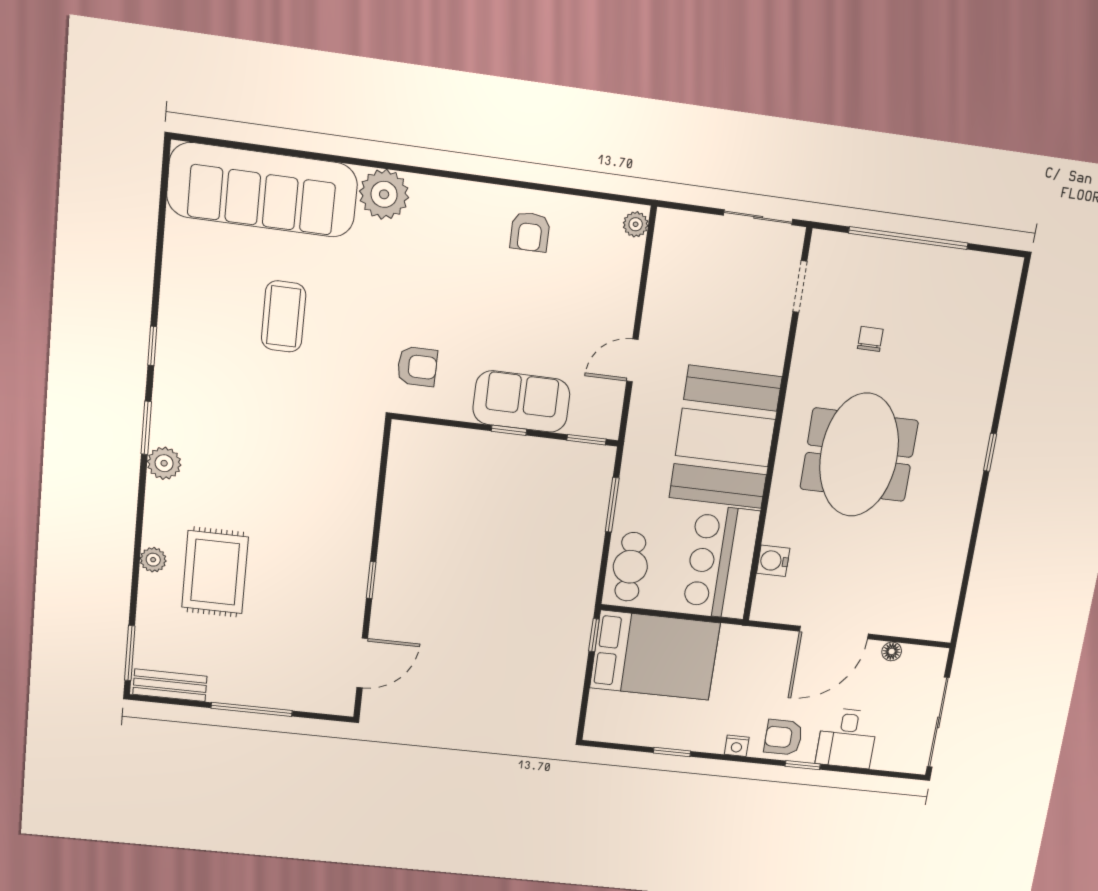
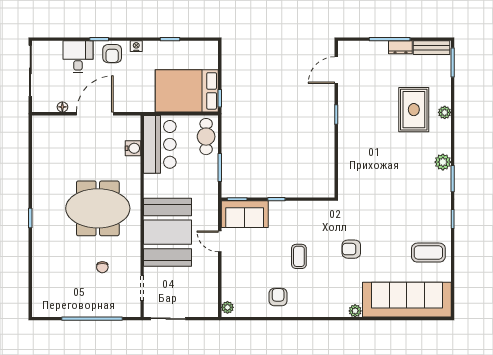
plant: (384, 194) -> (355, 311), width x0.53, depth x0.53
coffee table: (477, 310) -> (299, 256), added
coffee table: (284, 316) -> (428, 253), moved, turned 90
door: (632, 360) -> (220, 241), swing flipped
armchair: (417, 366) -> (351, 249), moved
sofa: (521, 401) -> (245, 214), moved
booth: (725, 437) -> (168, 232), moved
meeting table: (859, 455) -> (98, 208), turned 90
dresser: (232, 692) -> (400, 47), added
armchair: (783, 737) -> (112, 54), turned 90

